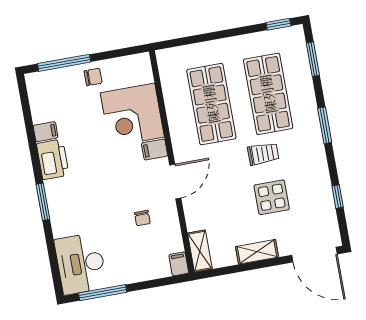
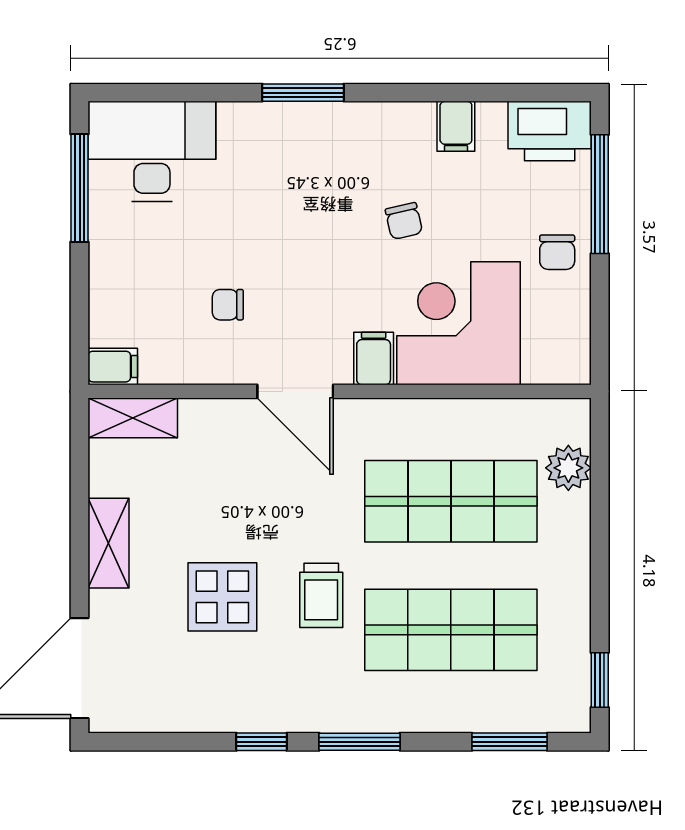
plant: (187, 55) -> (568, 468), added
chair: (91, 147) -> (404, 221), added
printer: (53, 159) -> (550, 131), moved
window: (338, 197) -> (262, 742), moved

